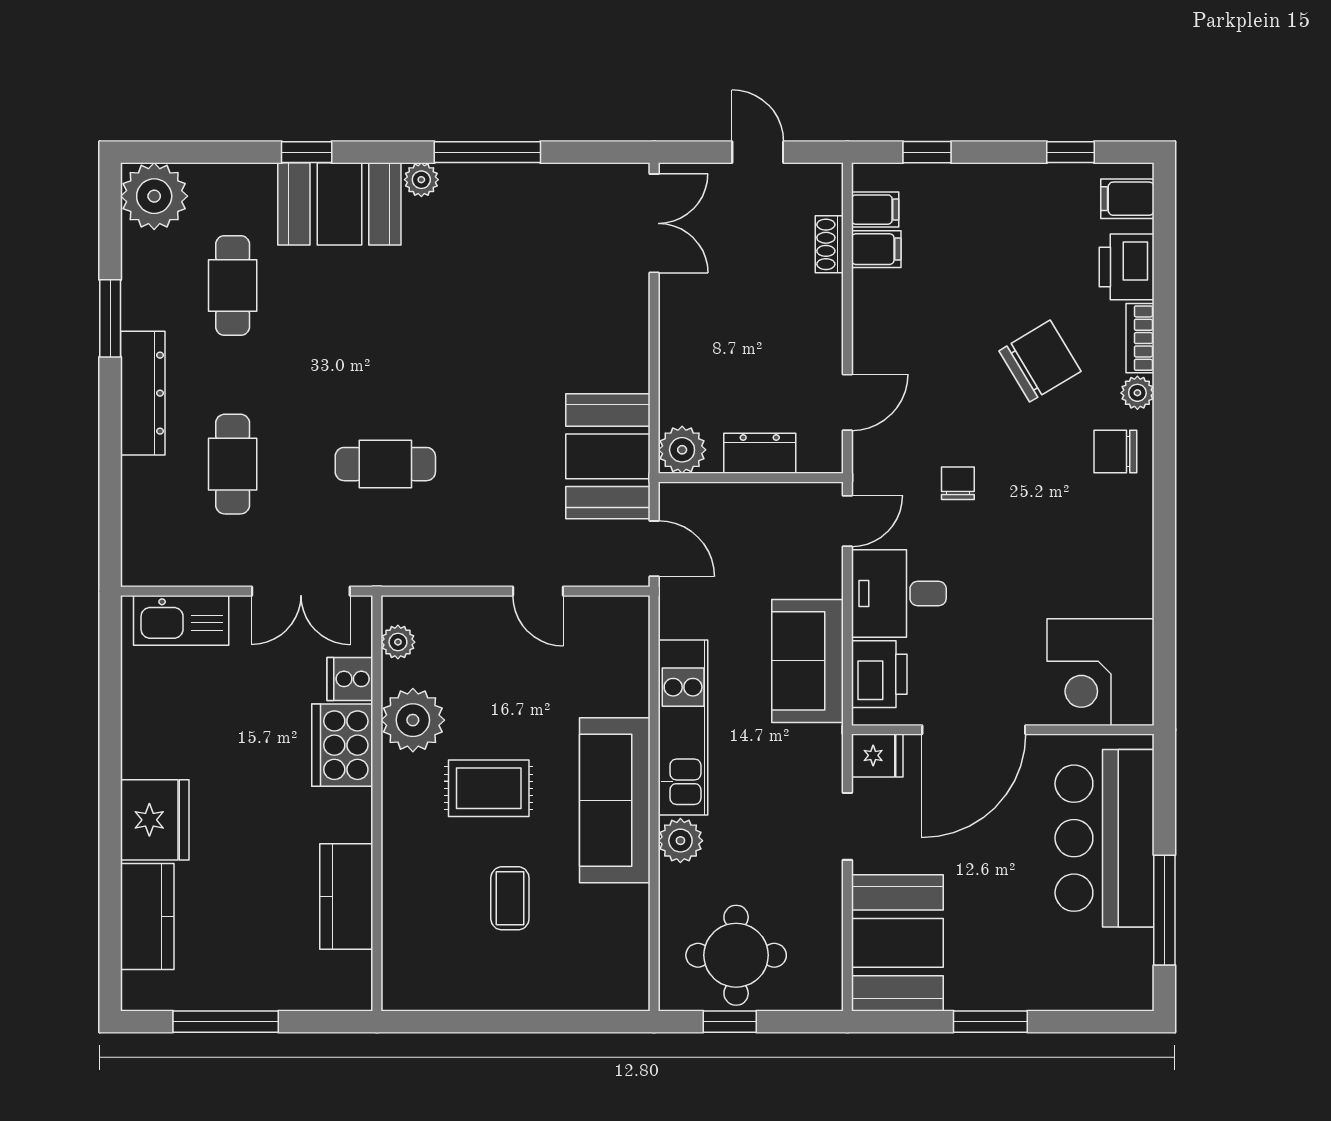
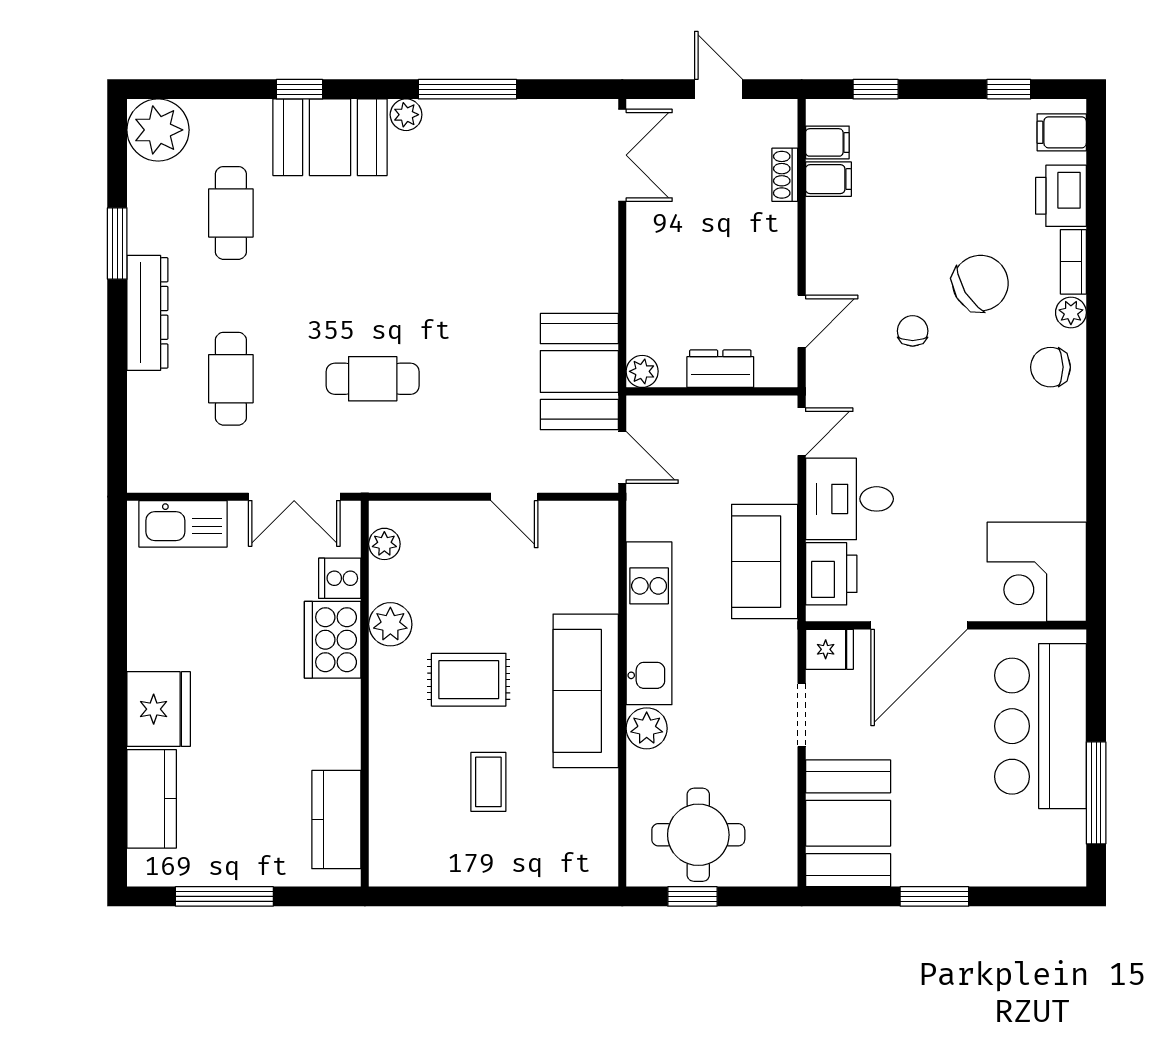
plant: (682, 450) -> (642, 371), width x0.73, depth x0.73
chair: (958, 483) -> (913, 331), moved
plant: (413, 720) -> (390, 624), width x0.73, depth x0.73
kitchen counter: (346, 896) -> (336, 820), moved

